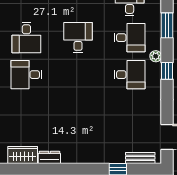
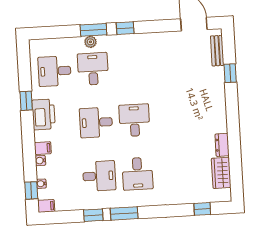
window: (167, 25) -> (93, 30), moved
plant: (156, 56) -> (90, 42), moved
desk: (130, 75) -> (134, 120), moved

